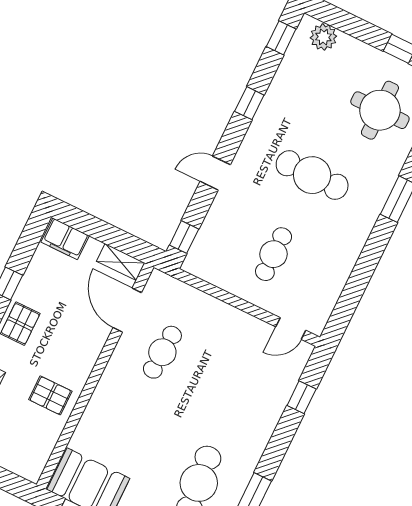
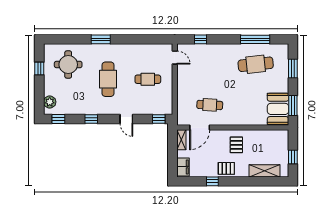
pallet: (50, 395) -> (236, 145), moved

